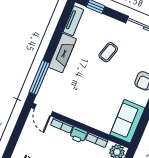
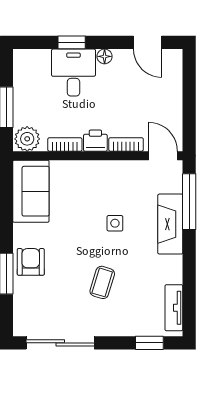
fireplace: (62, 53) -> (170, 224), moved
side table: (87, 83) -> (115, 223), added

